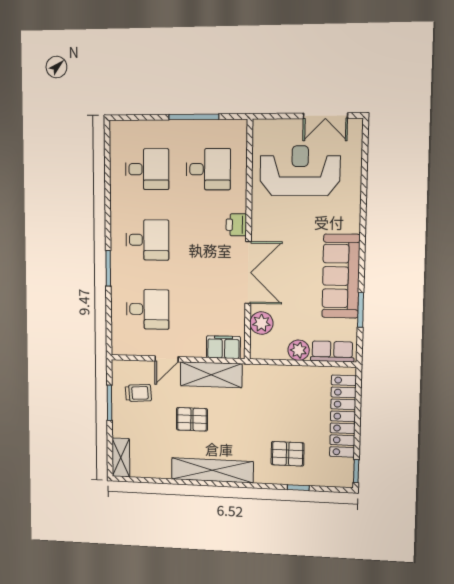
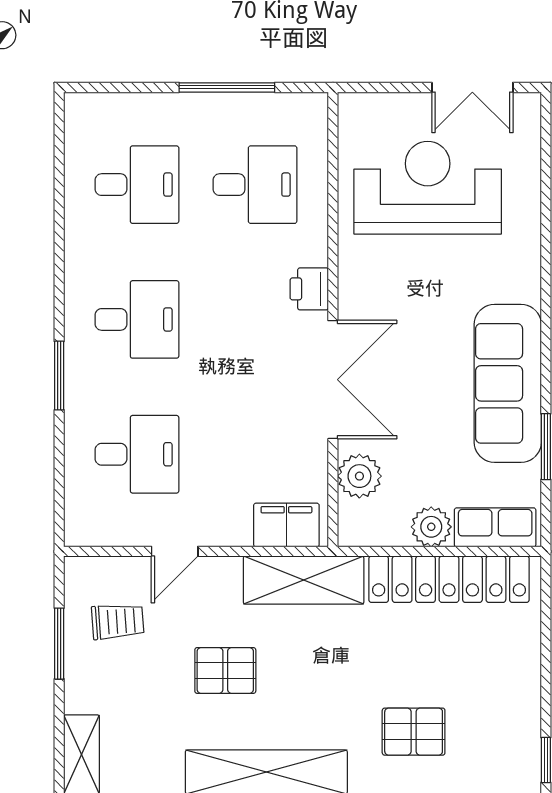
shelving: (211, 375) -> (304, 580), moved
locker: (343, 416) -> (449, 579), moved, turned -90

